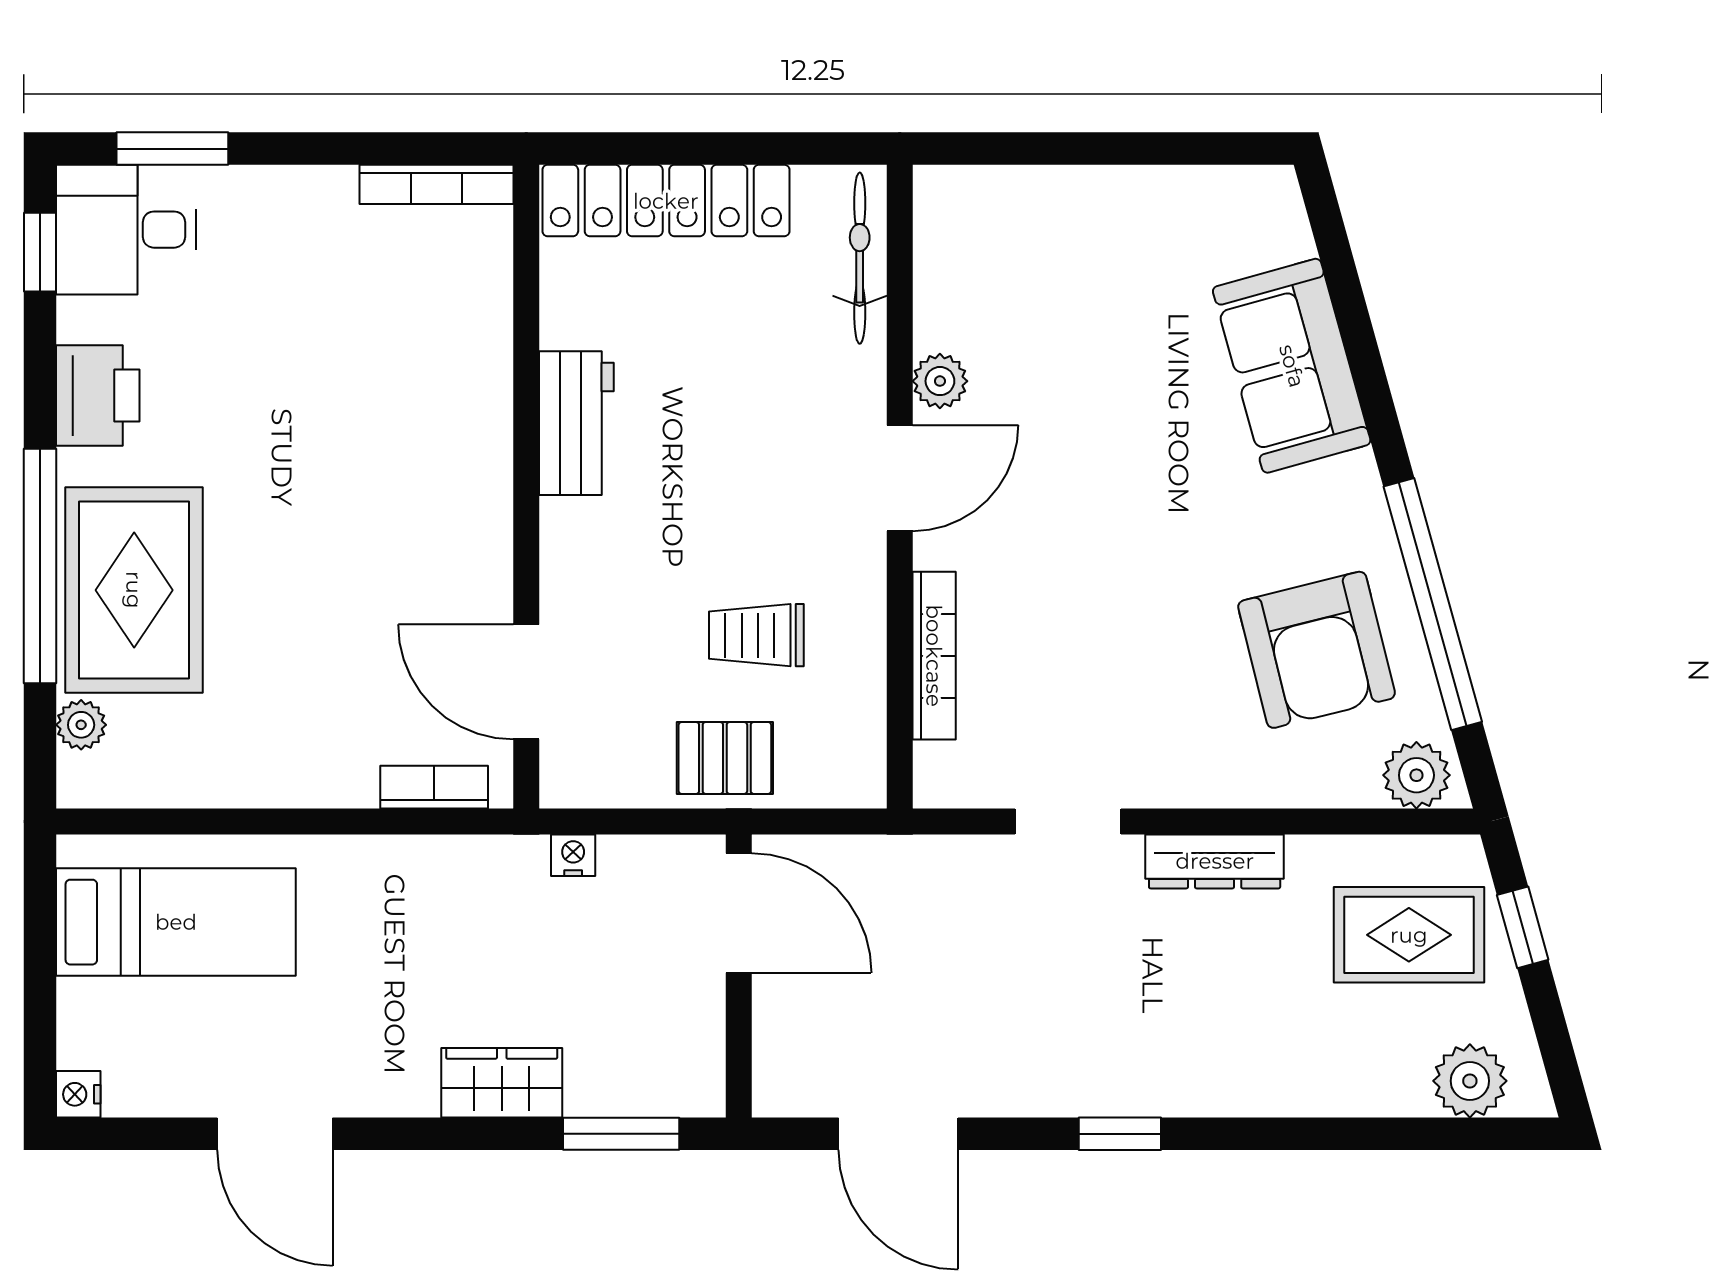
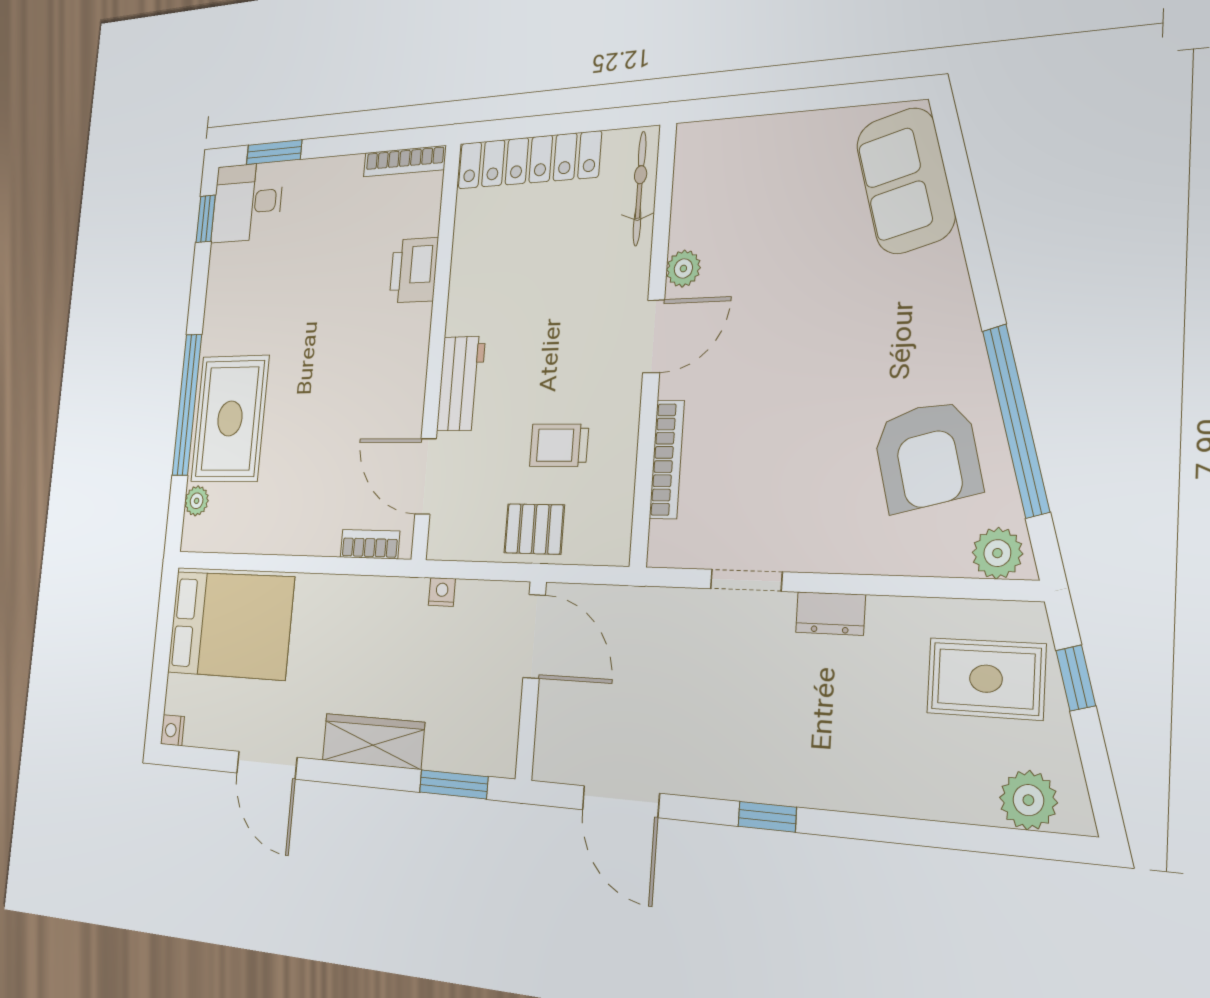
sofa: (1292, 366) -> (905, 181), moved
printer: (98, 396) -> (414, 270), moved, turned 180
workbench: (576, 423) -> (461, 383), moved
dresser: (1215, 861) -> (830, 614), width x0.70
bed: (176, 922) -> (230, 625), width x1.50
wardrobe: (502, 1083) -> (373, 741), width x1.50

